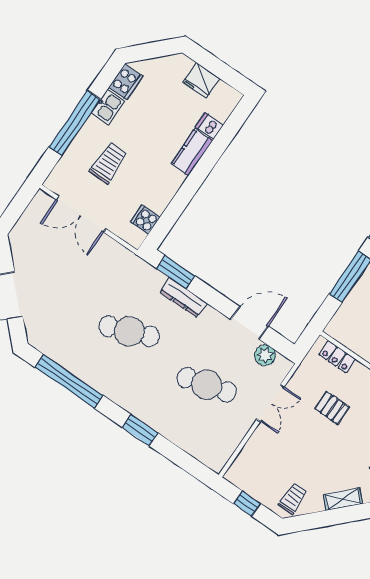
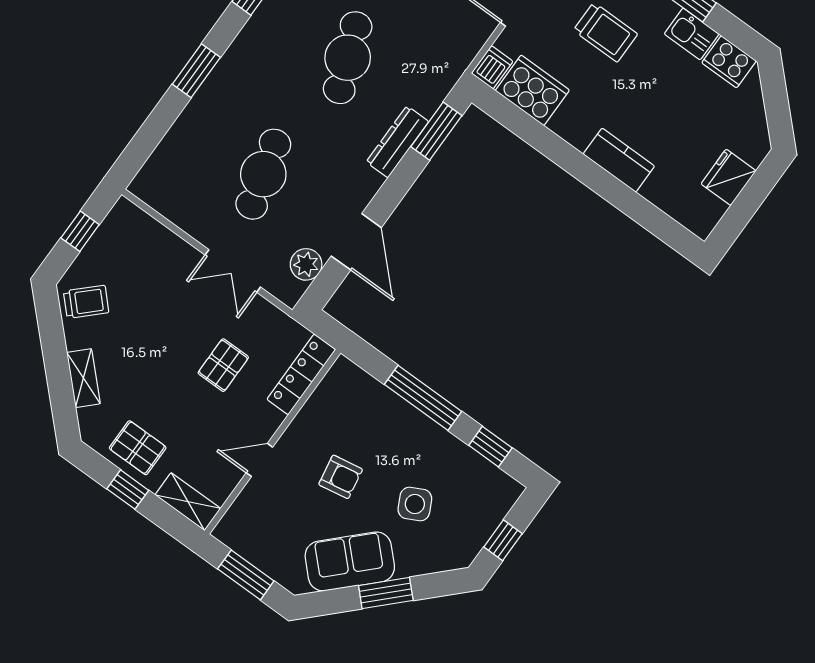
dishwasher: (209, 126) -> (492, 67), moved
cooker: (145, 220) -> (532, 90), width x1.87, depth x1.31
locker: (337, 357) -> (301, 374), width x1.53
trolley: (293, 499) -> (86, 302), turned -44

